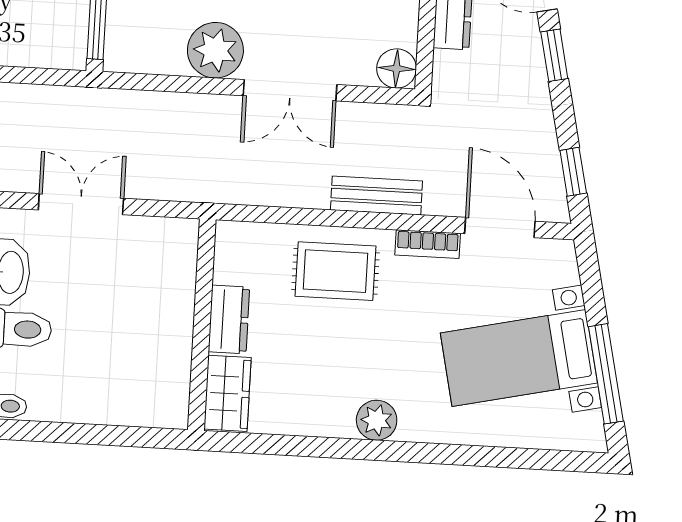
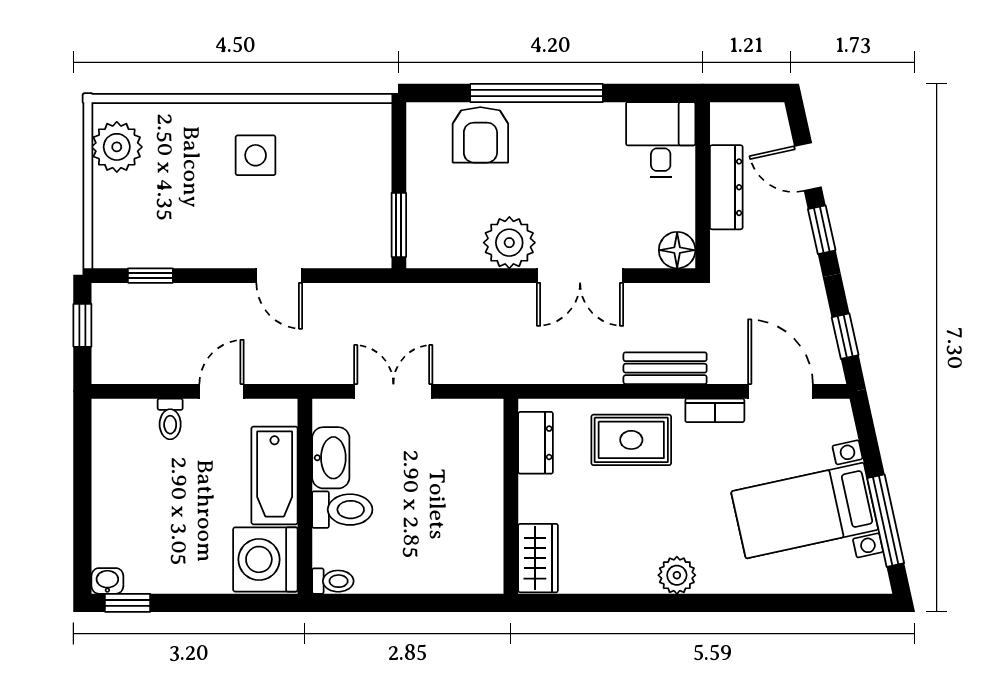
dresser: (229, 319) -> (536, 443), moved

